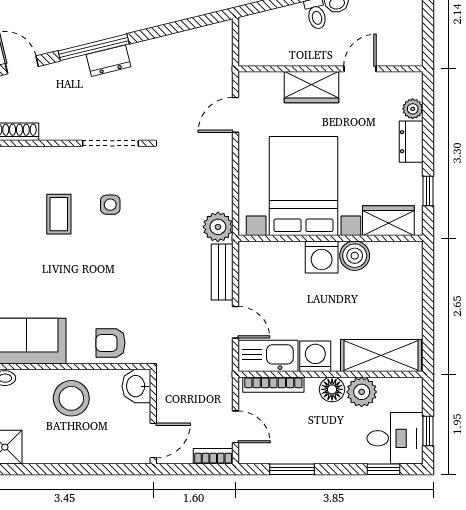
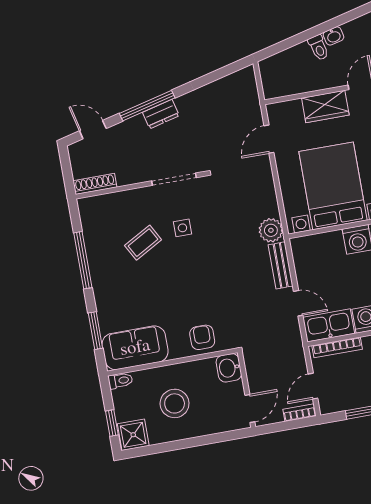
coffee table: (59, 214) -> (143, 243), turned 61
armchair: (110, 343) -> (202, 337), turned 90
stool: (71, 398) -> (175, 403), moved
door: (235, 427) -> (313, 386), swing flipped

